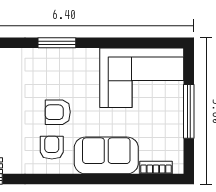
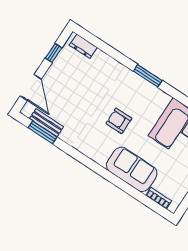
armchair: (52, 148) -> (100, 141), removed

